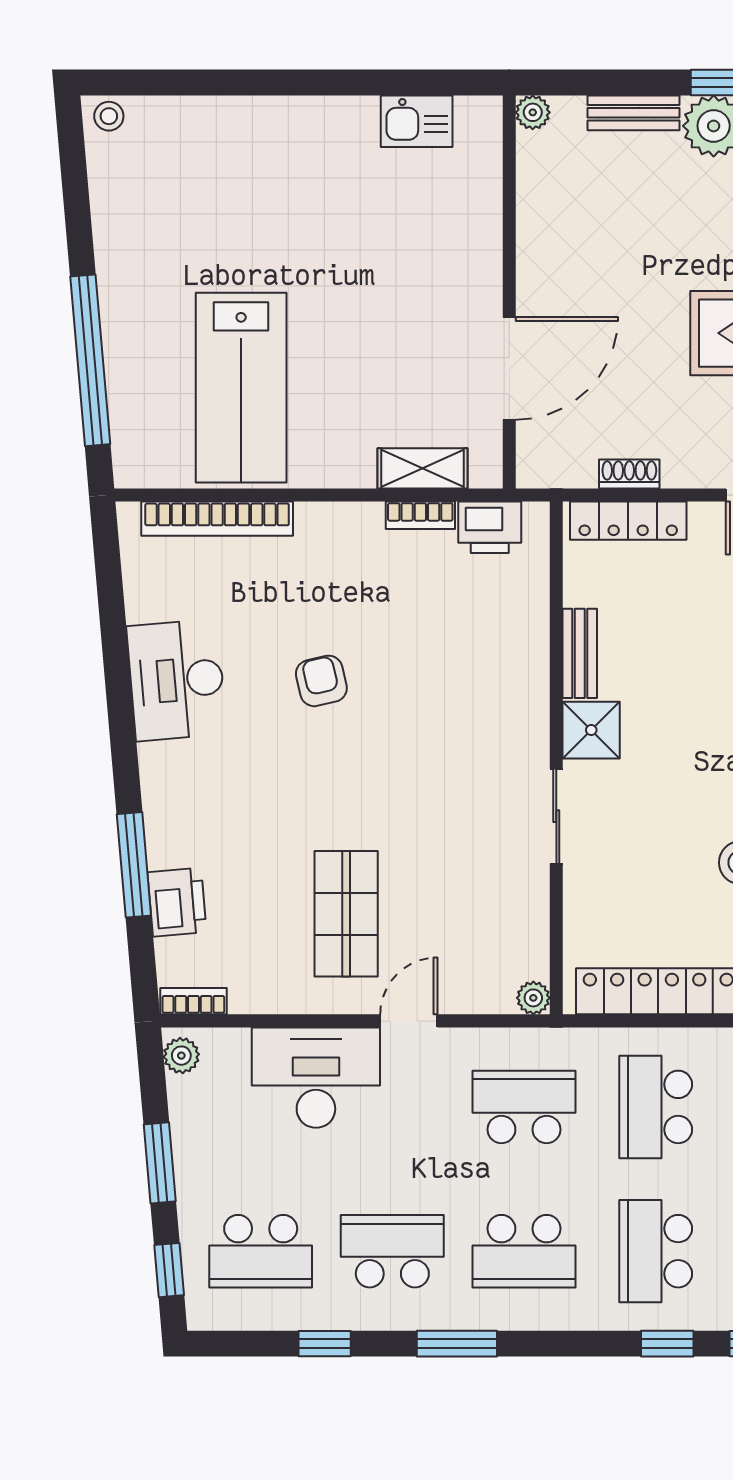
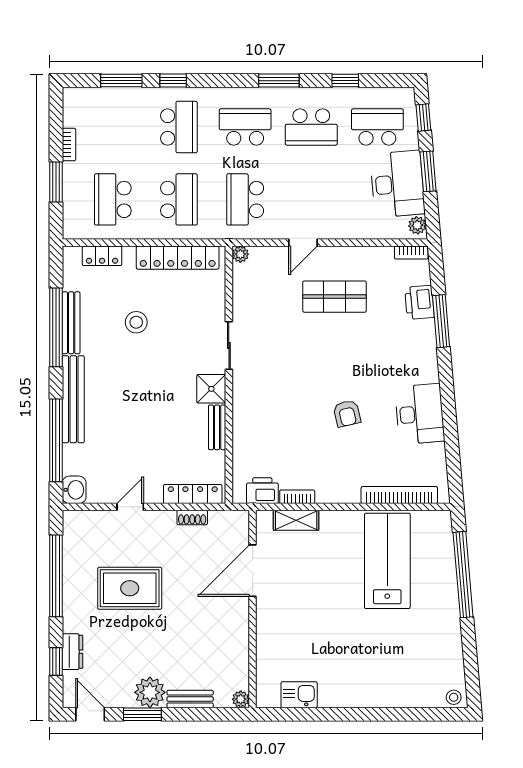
shop shelf: (346, 914) -> (334, 297), turned 90
desk: (316, 1078) -> (397, 184), moved, turned -95
school desk: (524, 1107) -> (245, 199), turned 90

